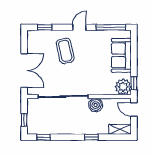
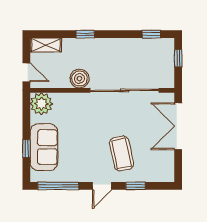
window: (45, 27) -> (136, 186), moved
window: (134, 83) -> (26, 149), moved

